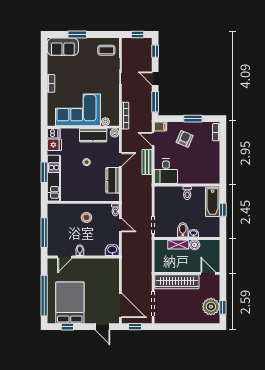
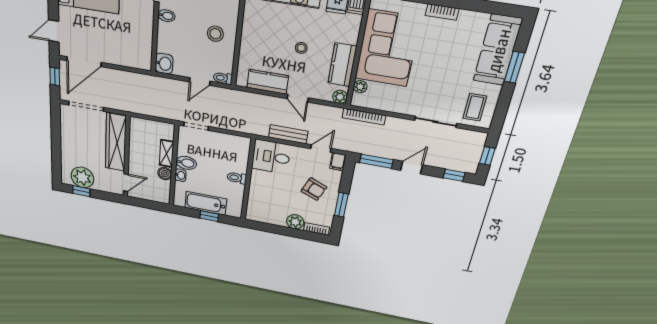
sofa: (63, 47) -> (498, 50), width x1.36
plant: (214, 148) -> (295, 222), added
bathtub: (213, 202) -> (206, 203), moved

